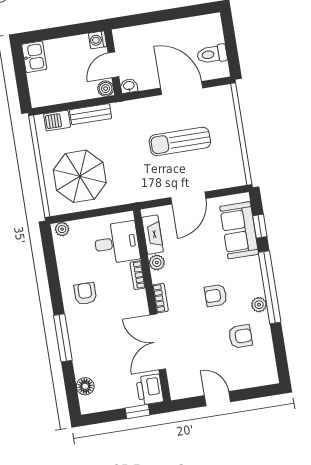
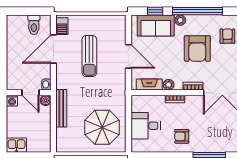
bench: (91, 114) -> (61, 108), width x1.36
barbecue: (57, 121) -> (62, 26), moved
plant: (62, 229) -> (136, 145), removed
desk: (117, 243) -> (146, 126), moved, turned -90
armchair: (216, 296) -> (197, 48), width x1.88, depth x1.88
plant: (259, 305) -> (180, 20), moved

